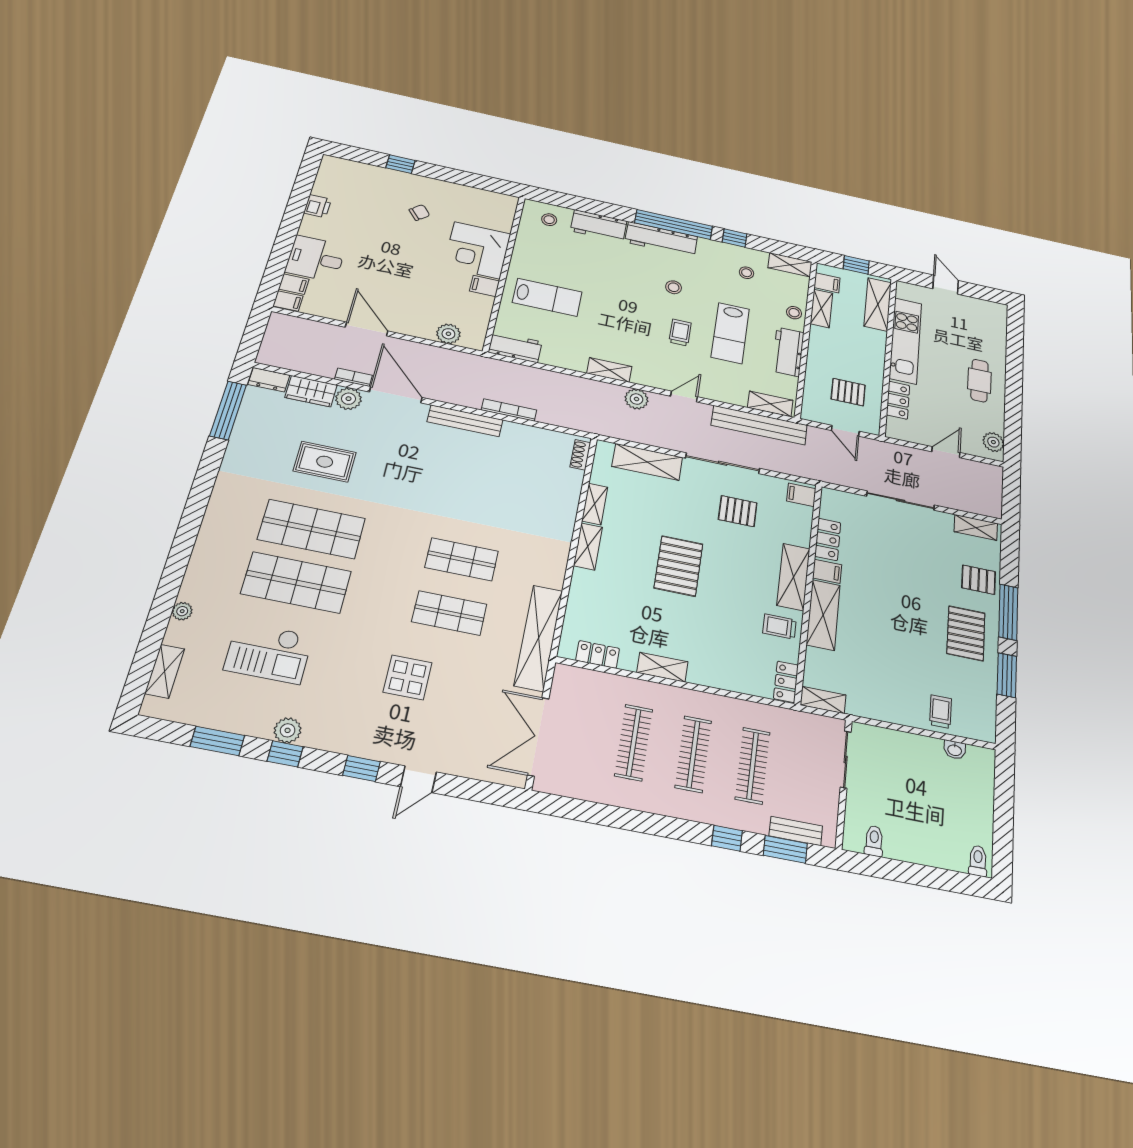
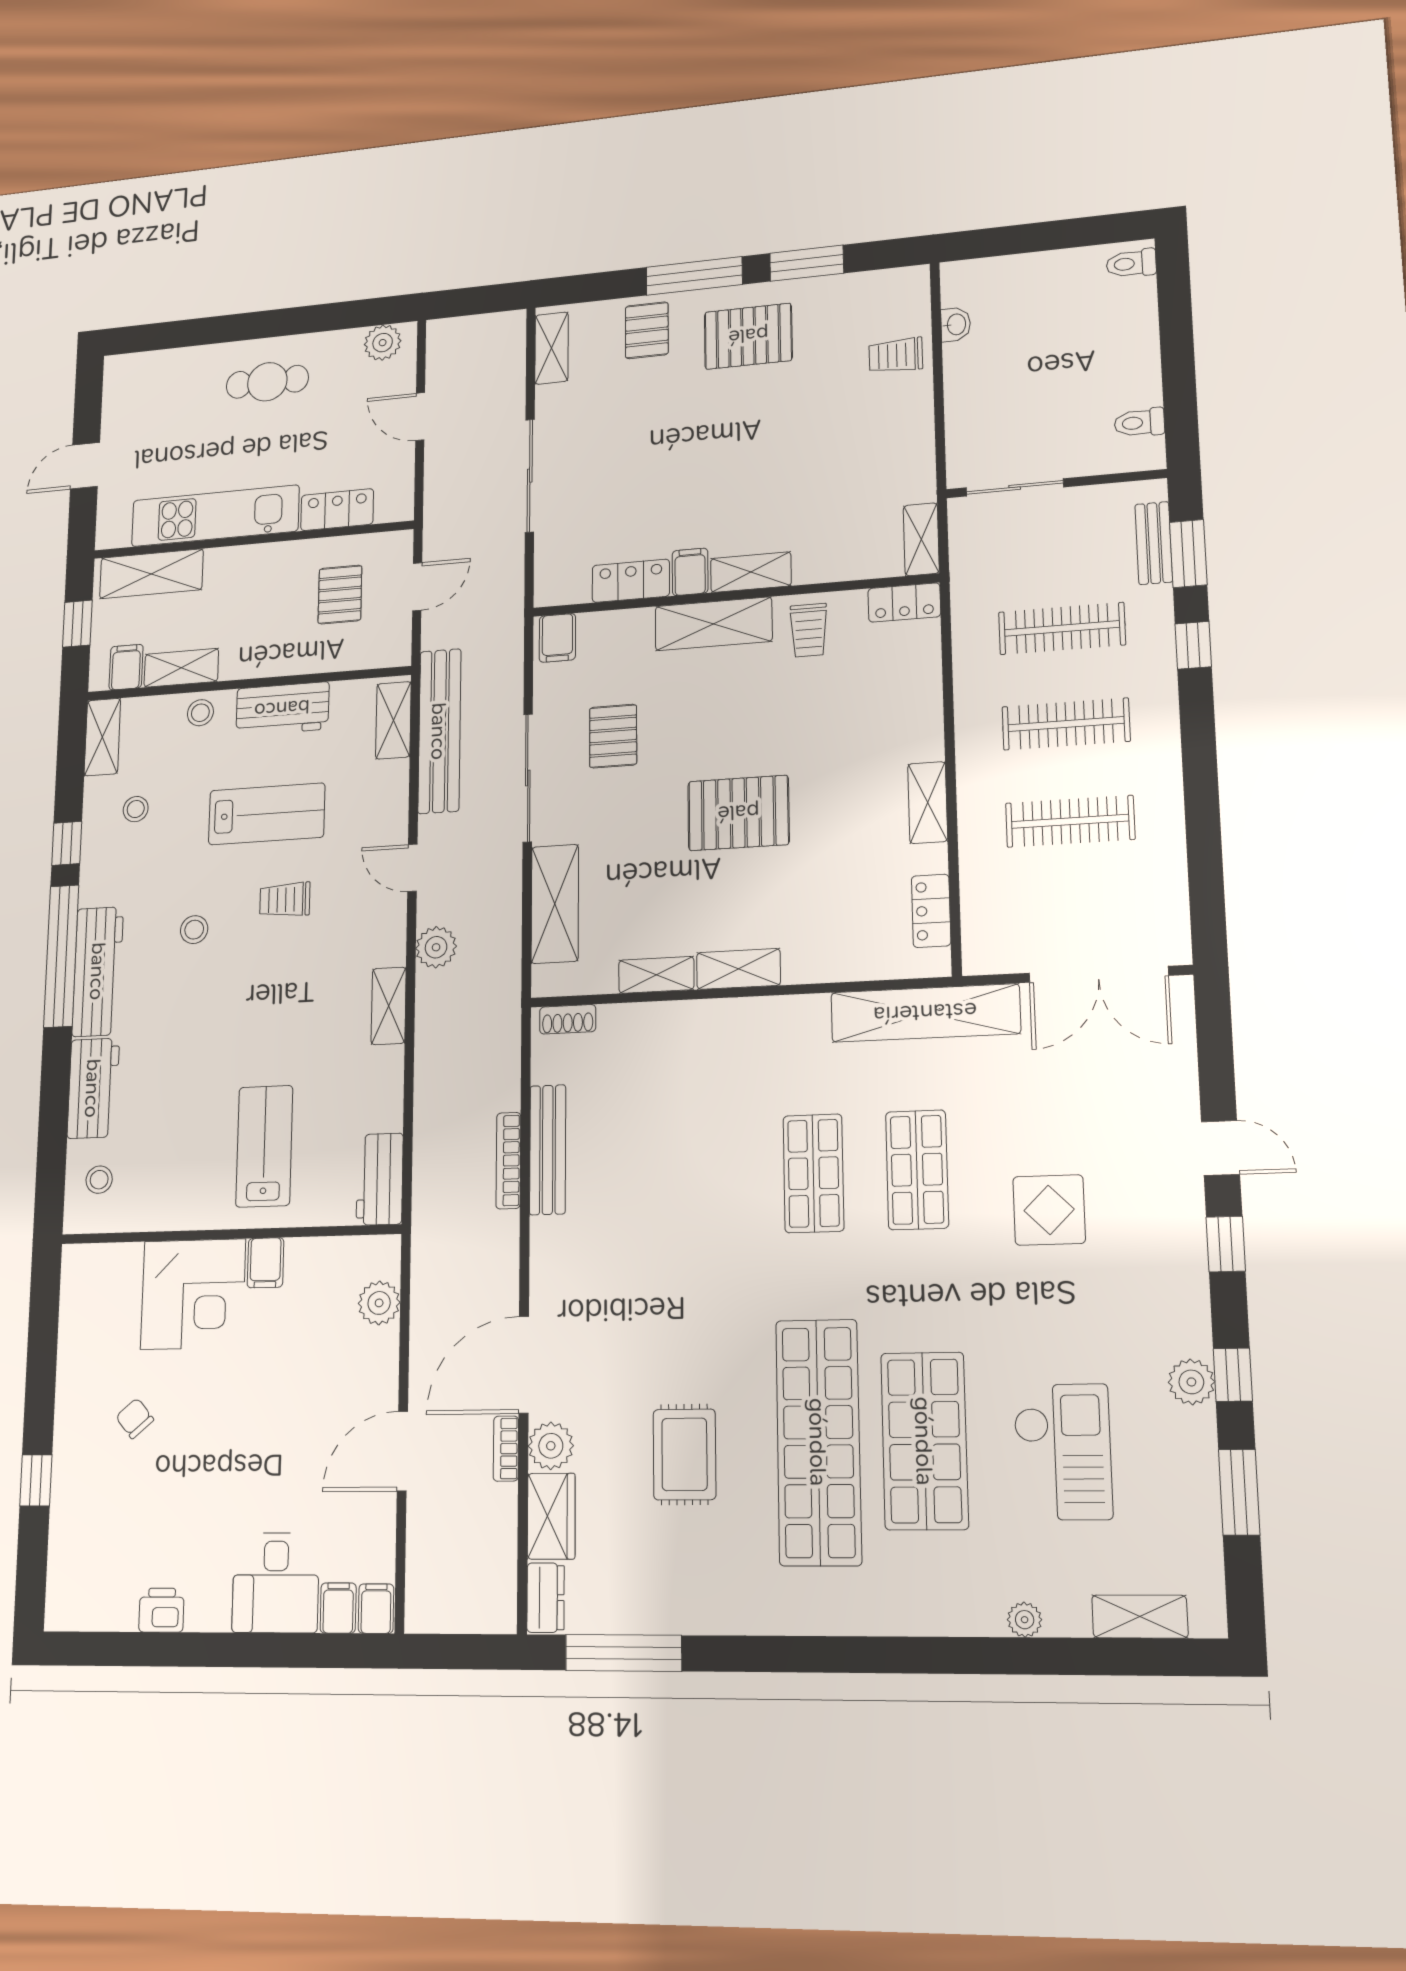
bench: (465, 421) -> (548, 1150), moved
shop shelf: (312, 529) -> (818, 1442), width x1.40
shelving: (823, 615) -> (751, 572), width x0.67, depth x0.75

